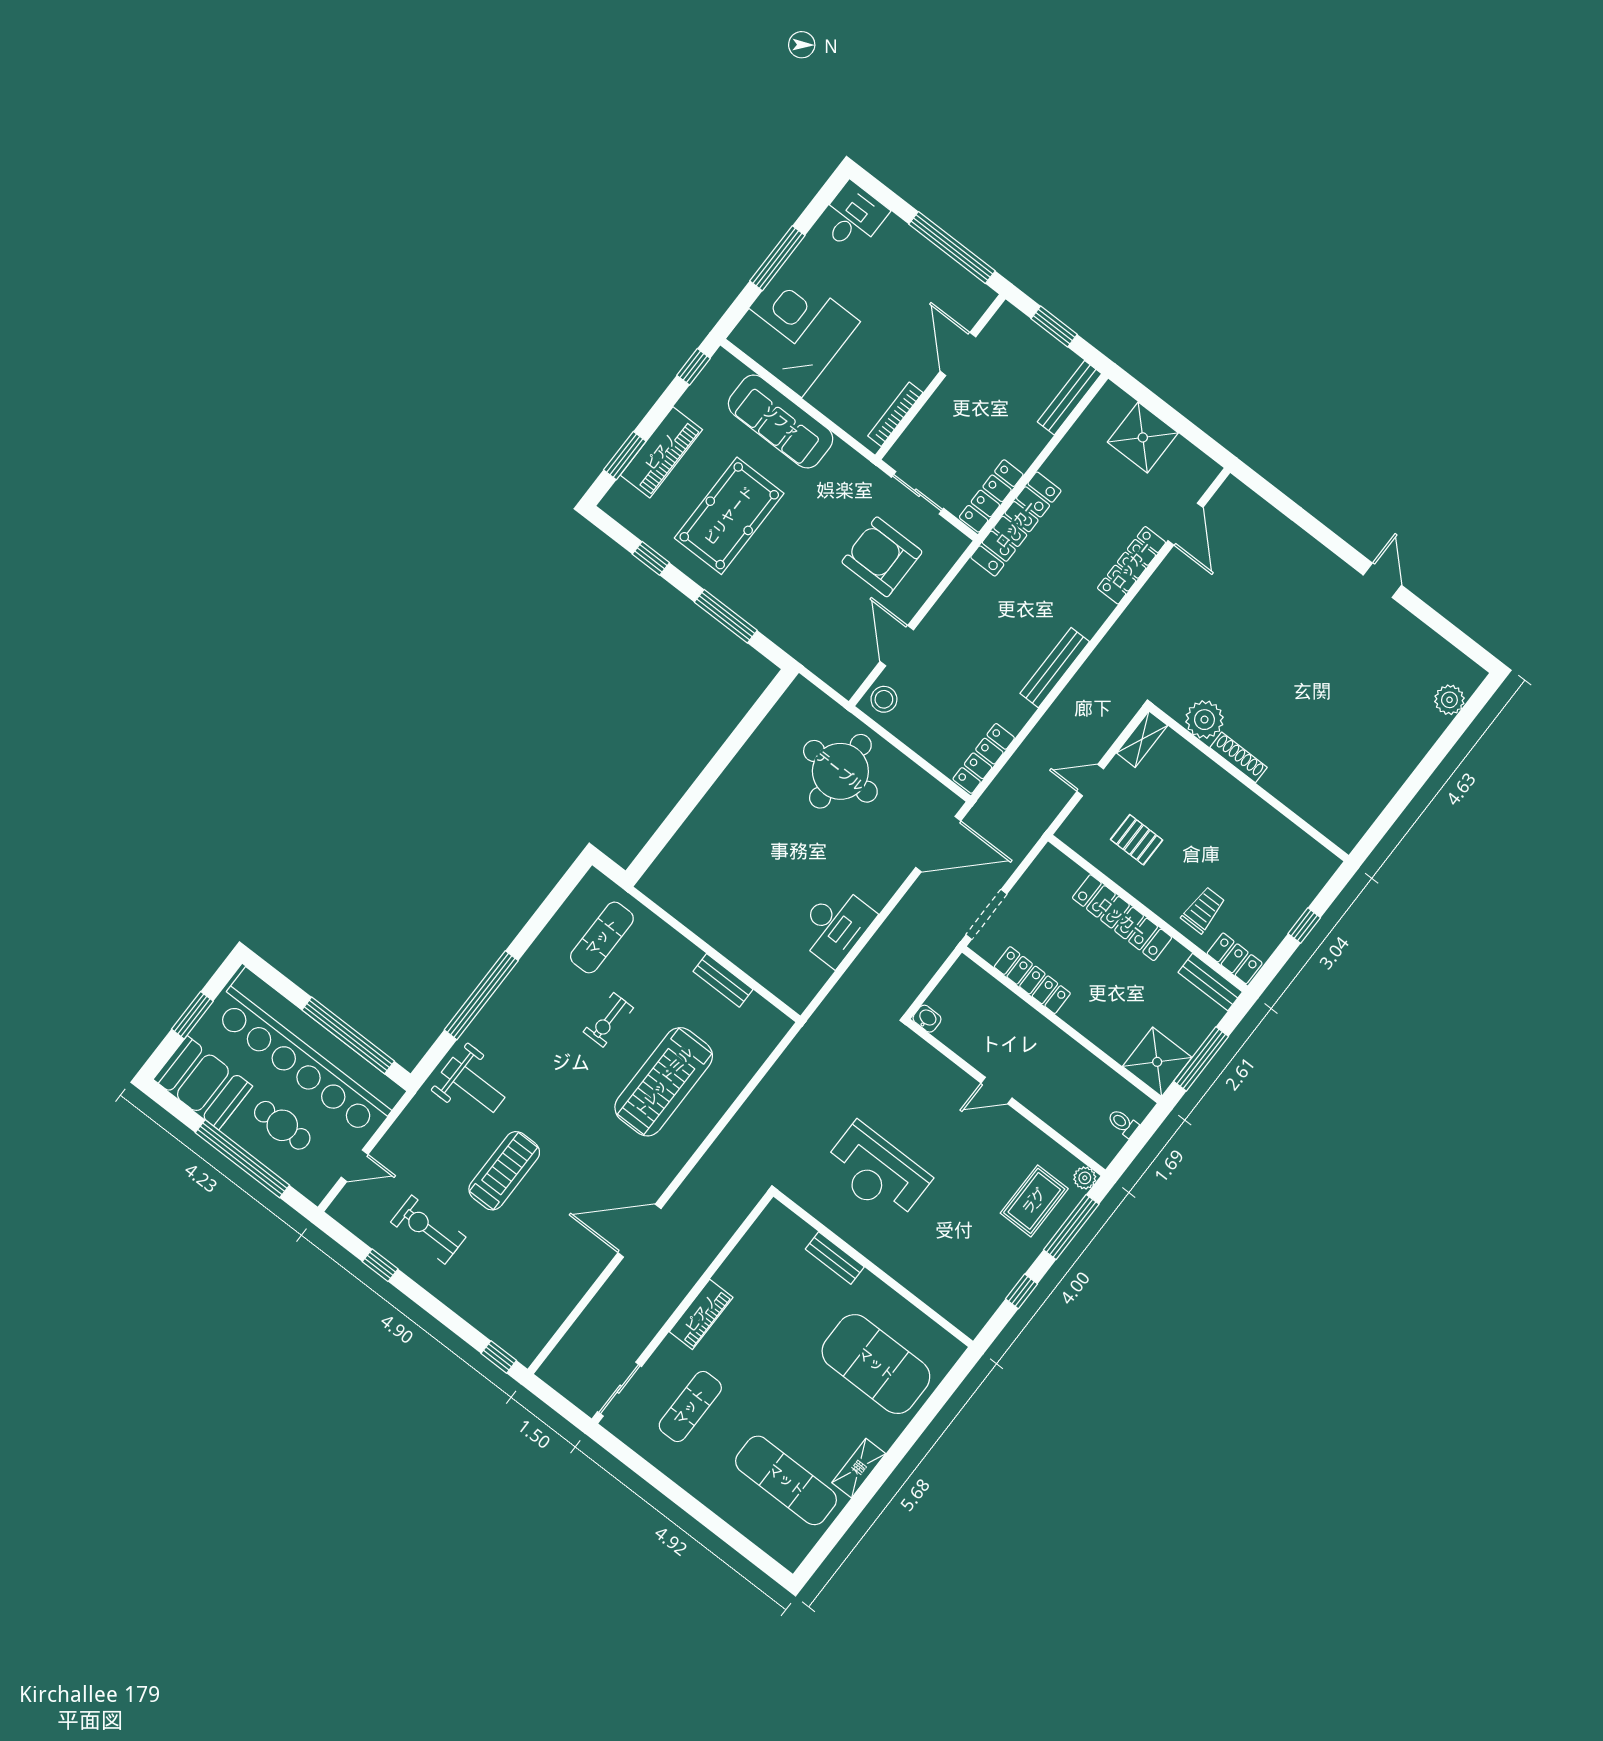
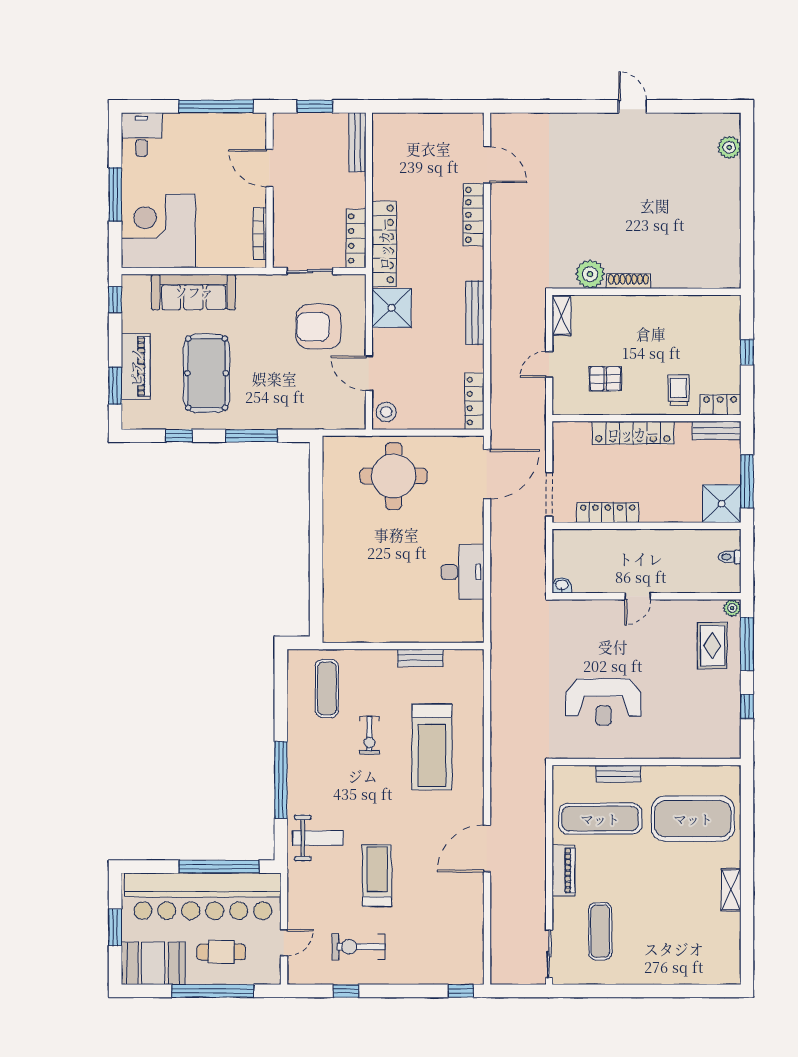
shower: (1143, 437) -> (391, 308), moved
exercise mat: (786, 1480) -> (600, 819), moved

